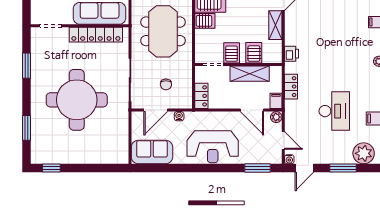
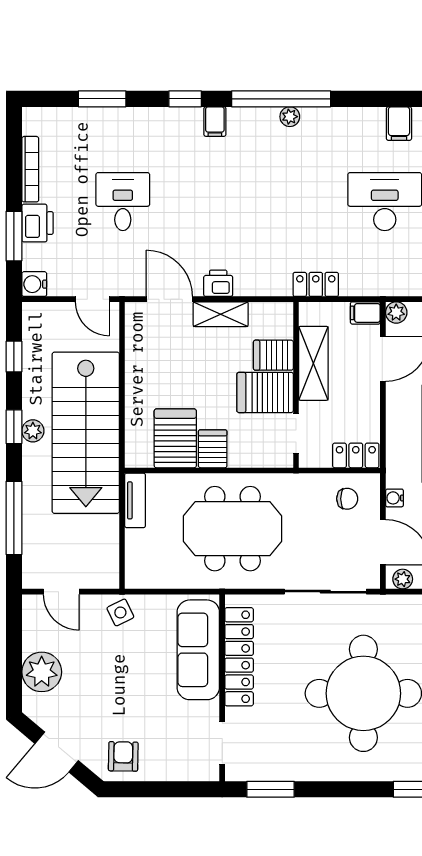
server rack: (232, 53) -> (265, 392), width x1.36, depth x1.44
printer: (292, 54) -> (218, 283), moved
window: (26, 66) -> (270, 789), moved
chair: (166, 84) -> (347, 499), moved
locker: (291, 87) -> (316, 284), moved
plant: (137, 120) -> (403, 579), added

